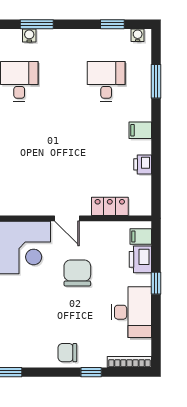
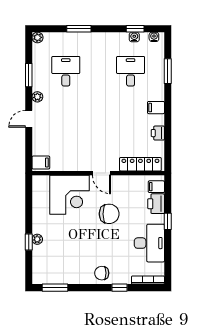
water cooler: (29, 35) -> (134, 37), moved
locker: (110, 206) -> (140, 164), width x1.53
chair: (77, 273) -> (109, 214), turned 90

